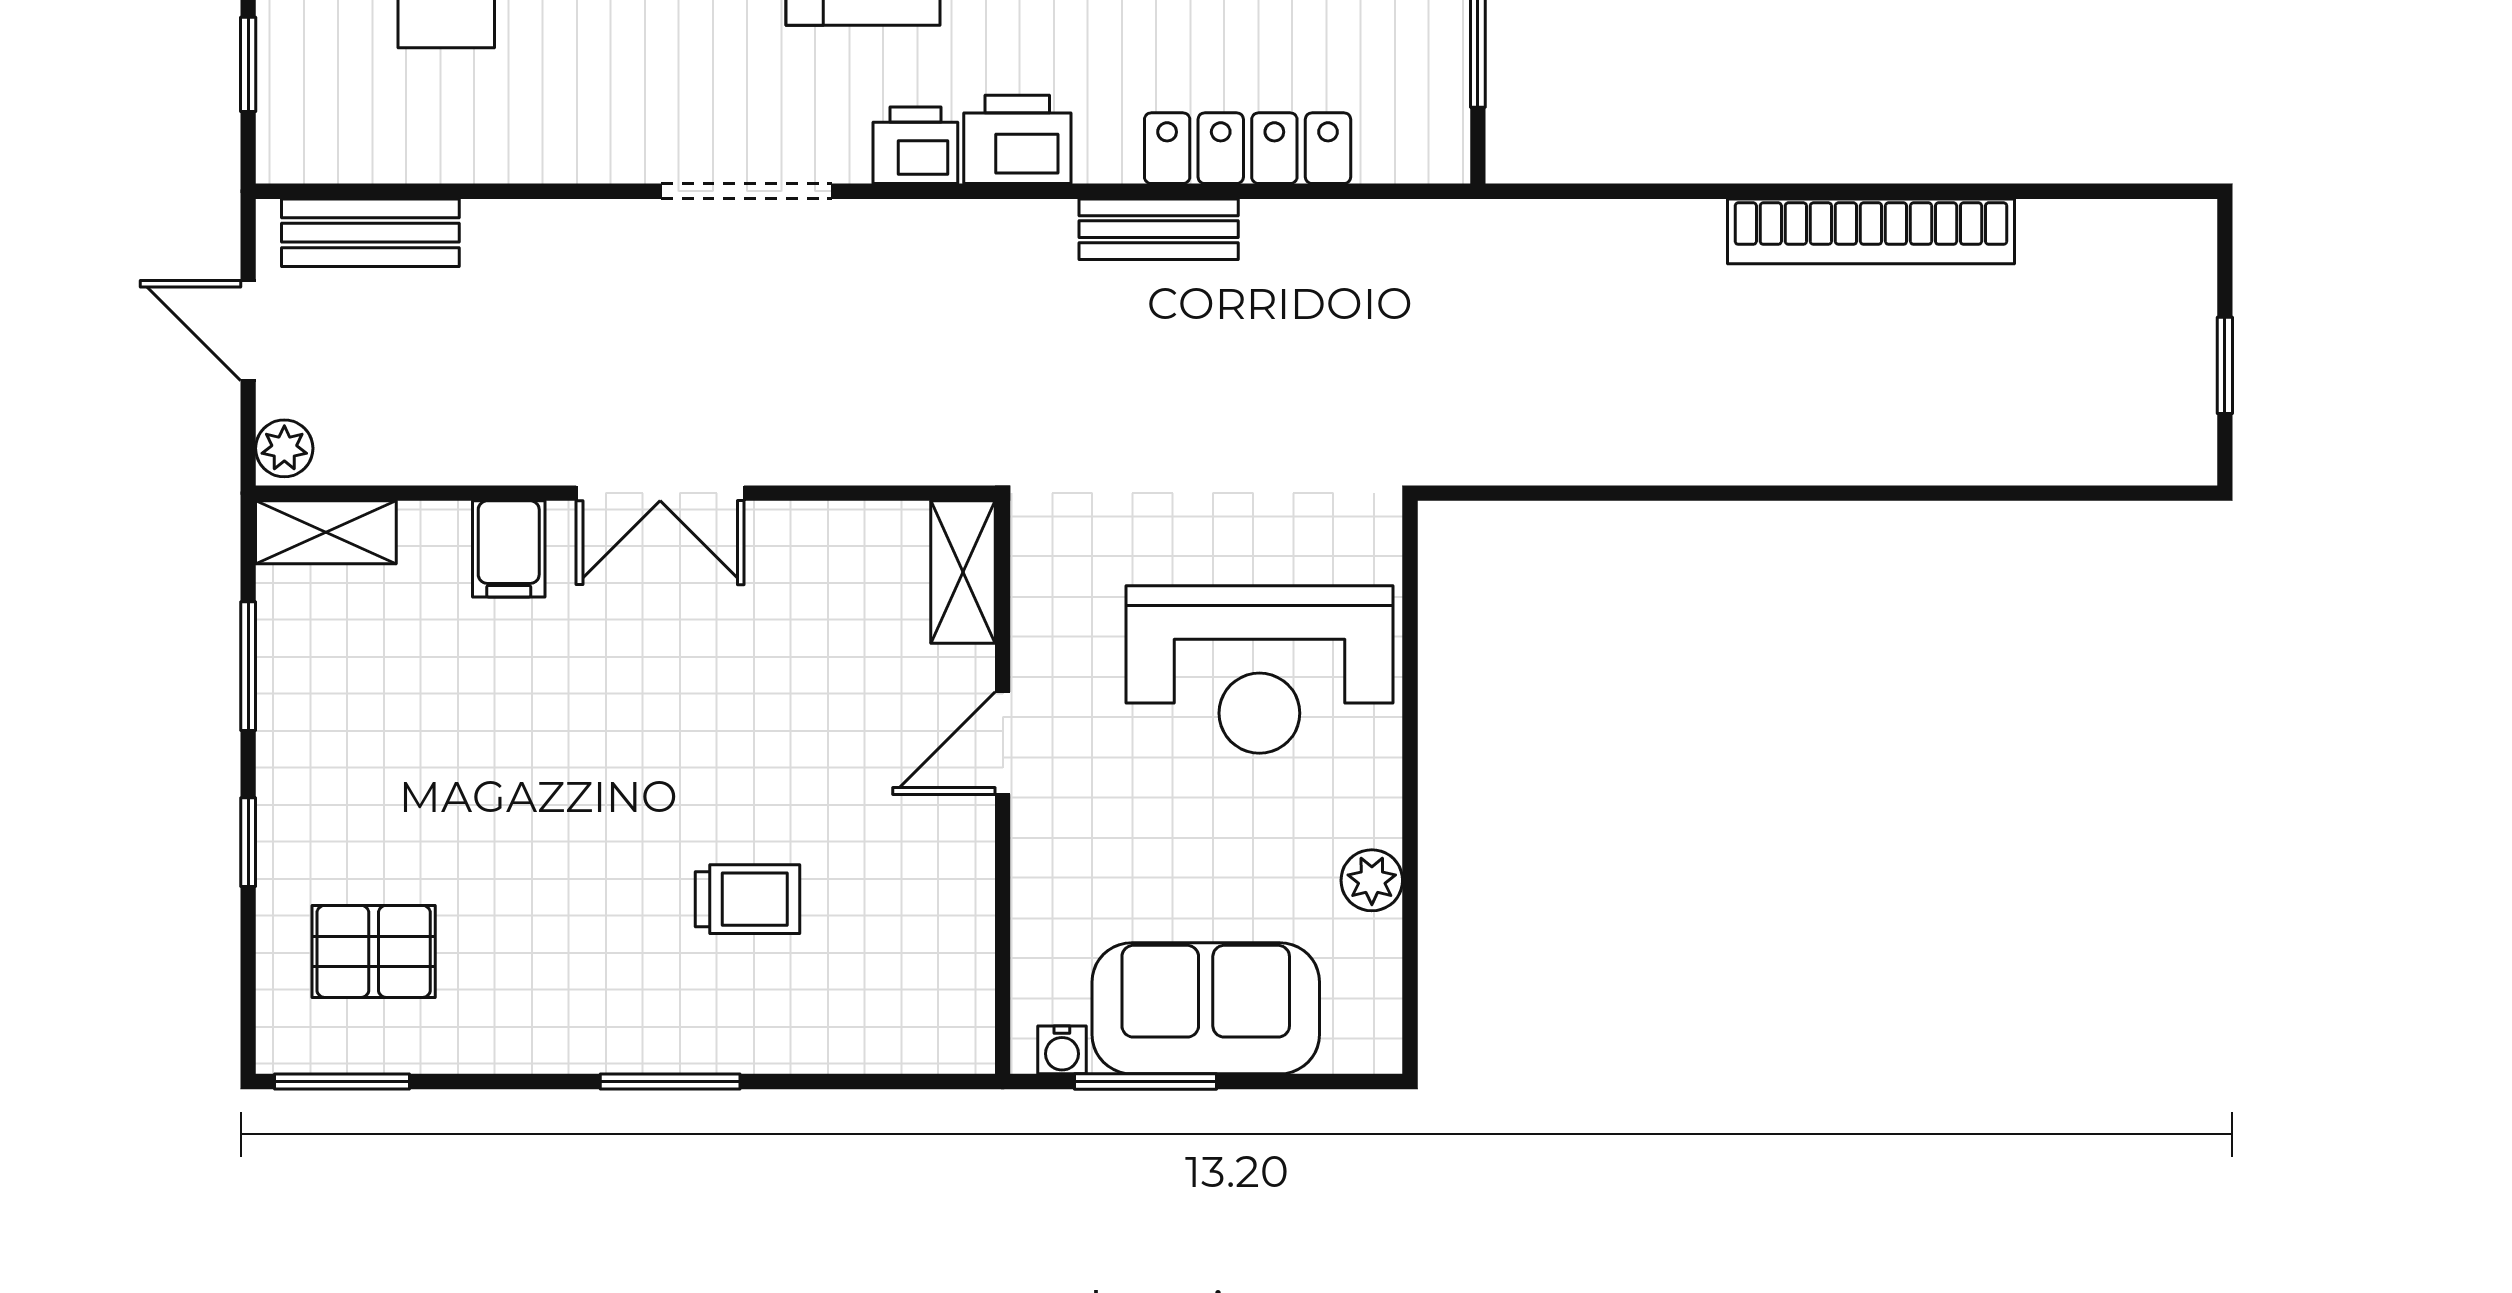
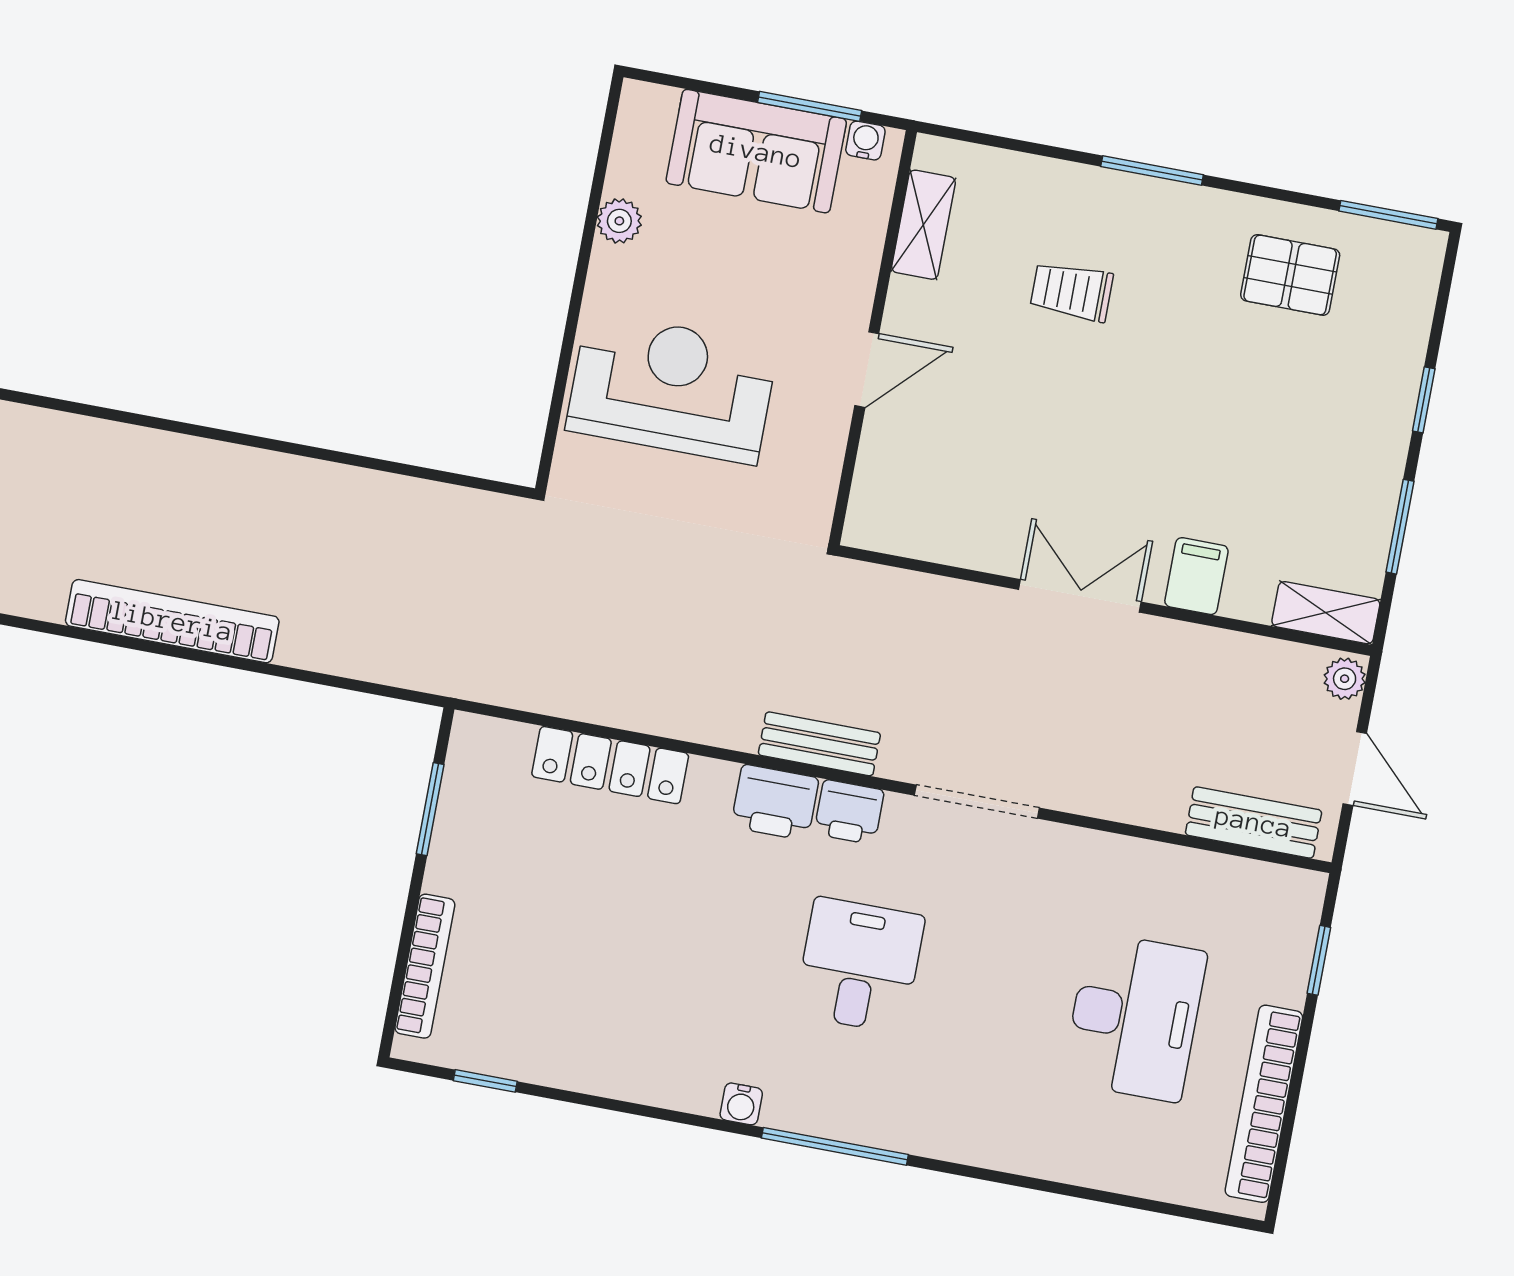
bench: (1159, 229) -> (819, 744), moved
shelving: (963, 572) -> (923, 225), moved
pallet: (374, 951) -> (1290, 275), moved

